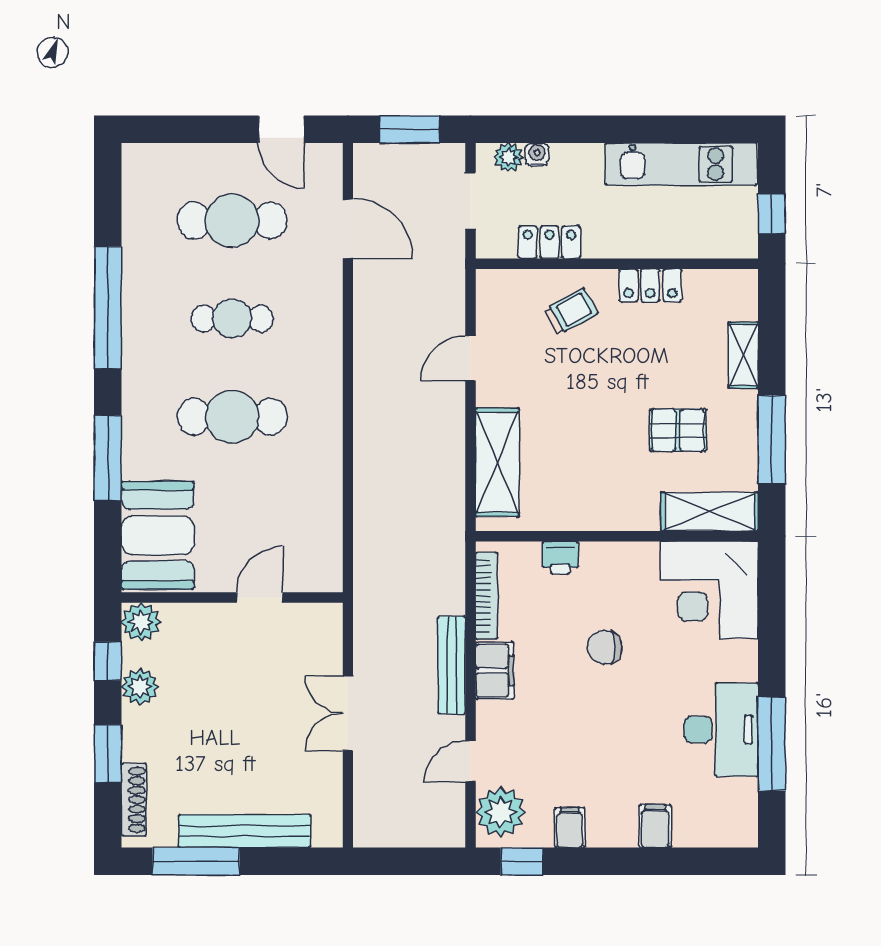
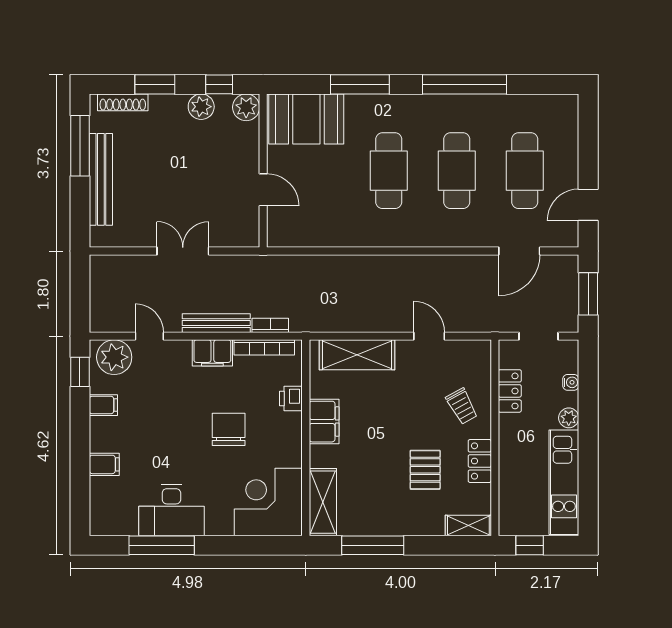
plant: (508, 157) -> (569, 418), moved
cafe table: (232, 319) -> (457, 171), width x1.37, depth x1.35
shelving: (743, 355) -> (468, 526), moved
pallet: (678, 430) -> (425, 470), moved
filing cabinet: (593, 510) -> (324, 422), added
bookcase: (455, 587) -> (270, 325), added
chair: (605, 647) -> (229, 429), width x1.37, depth x1.37

